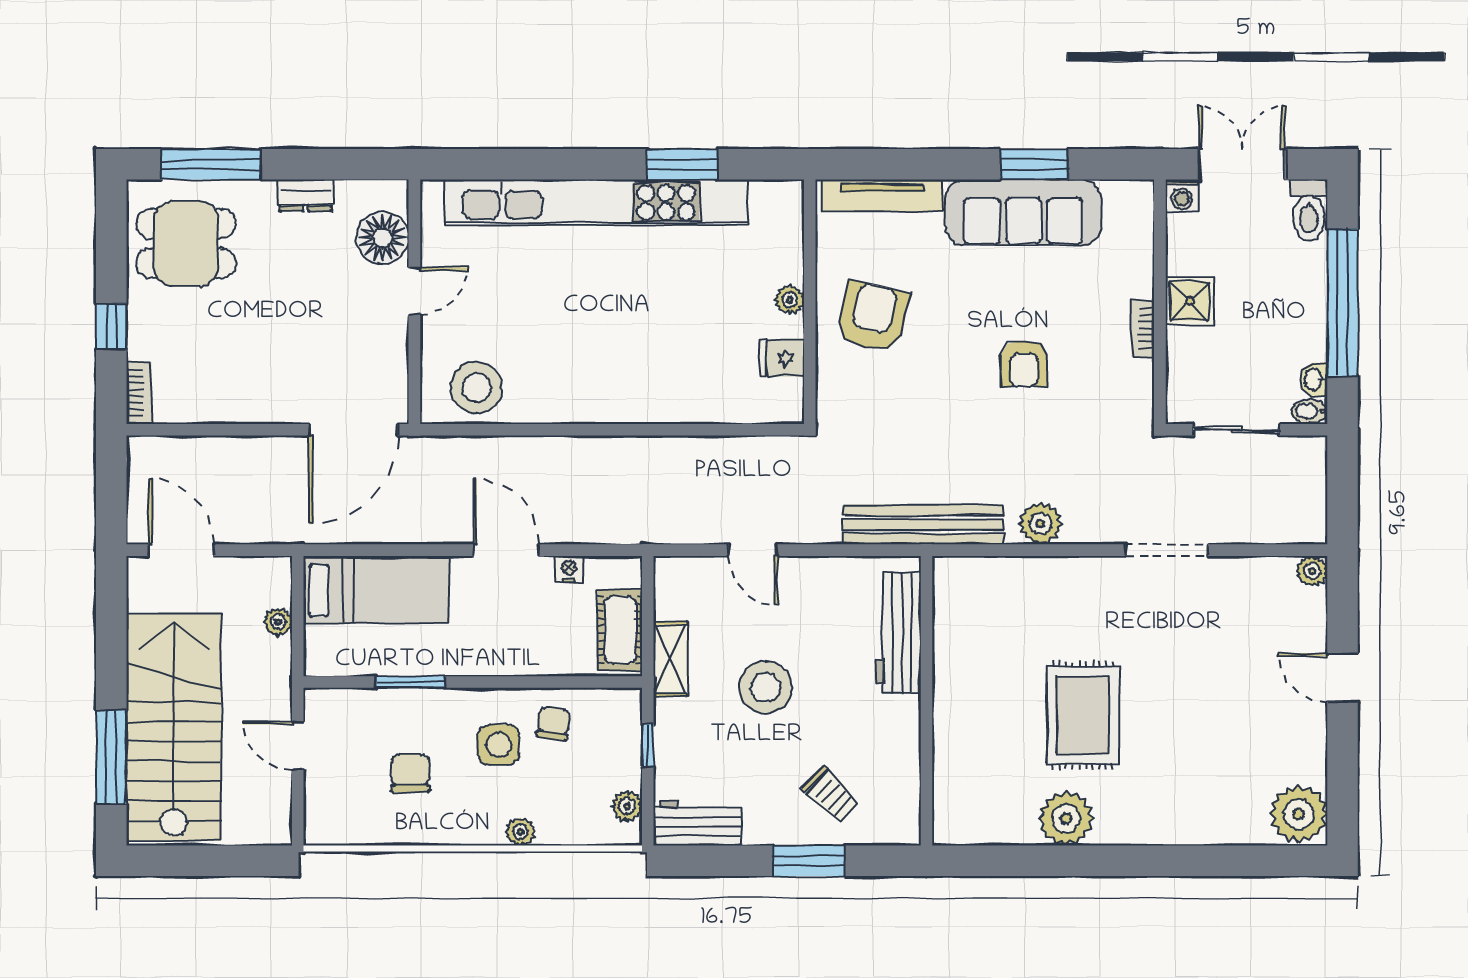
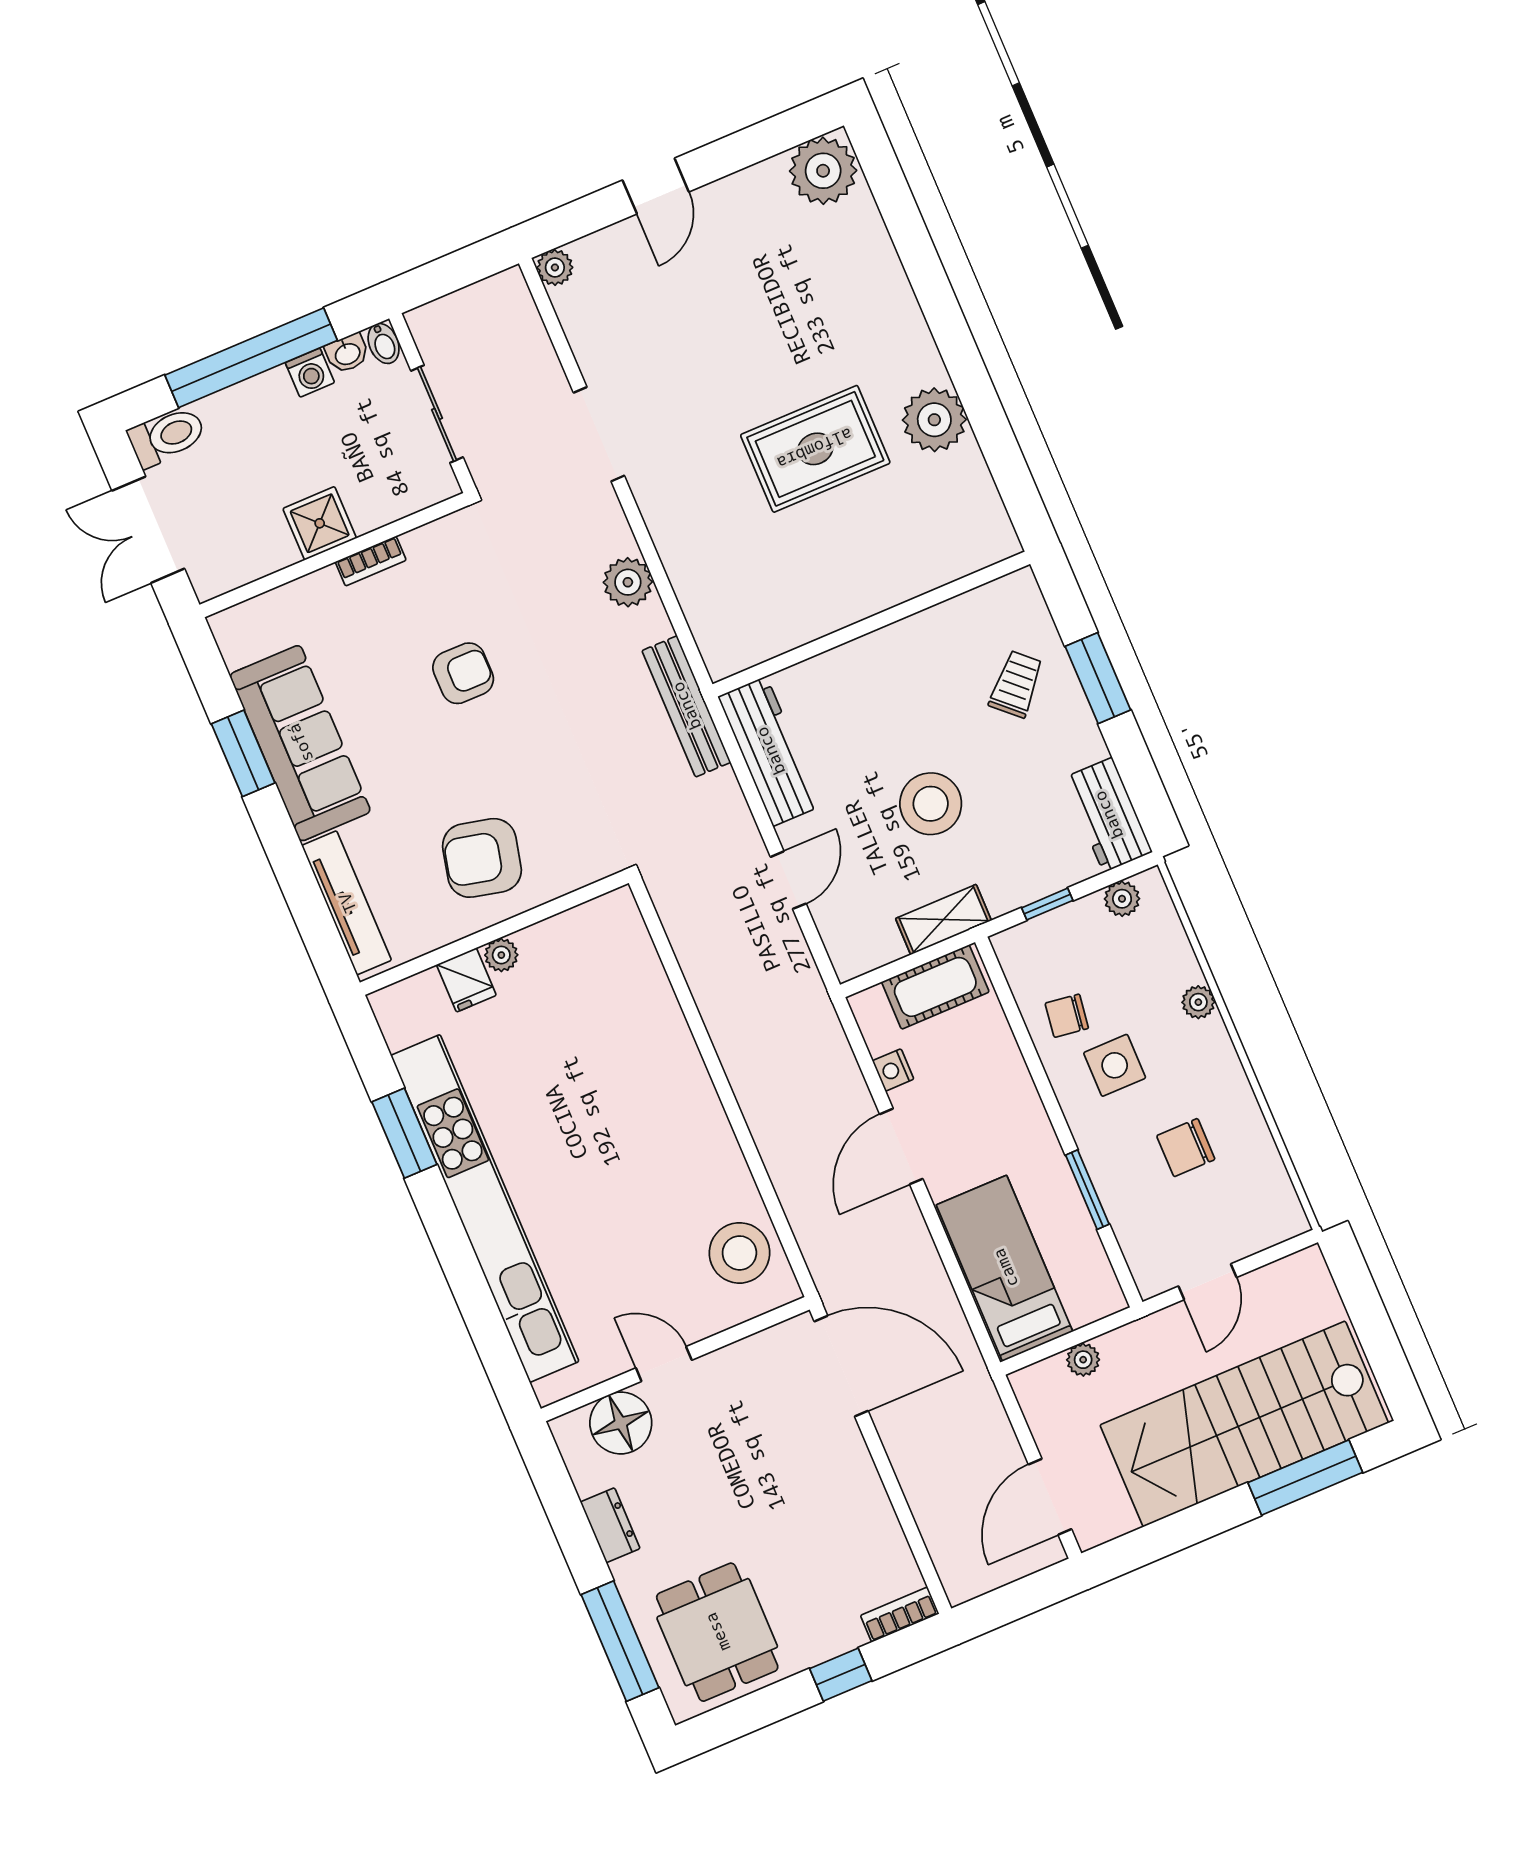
washing machine: (1182, 195) -> (310, 373), moved, turned 90
fridge: (782, 358) -> (466, 980), moved
bench: (923, 525) -> (686, 706), width x0.73, depth x0.82
workbench: (898, 633) -> (770, 751), moved, turned -90

